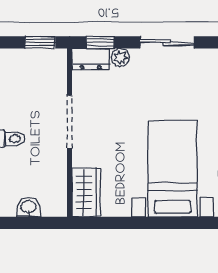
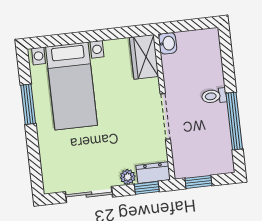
washbasin: (29, 207) -> (168, 43), moved, turned -90

